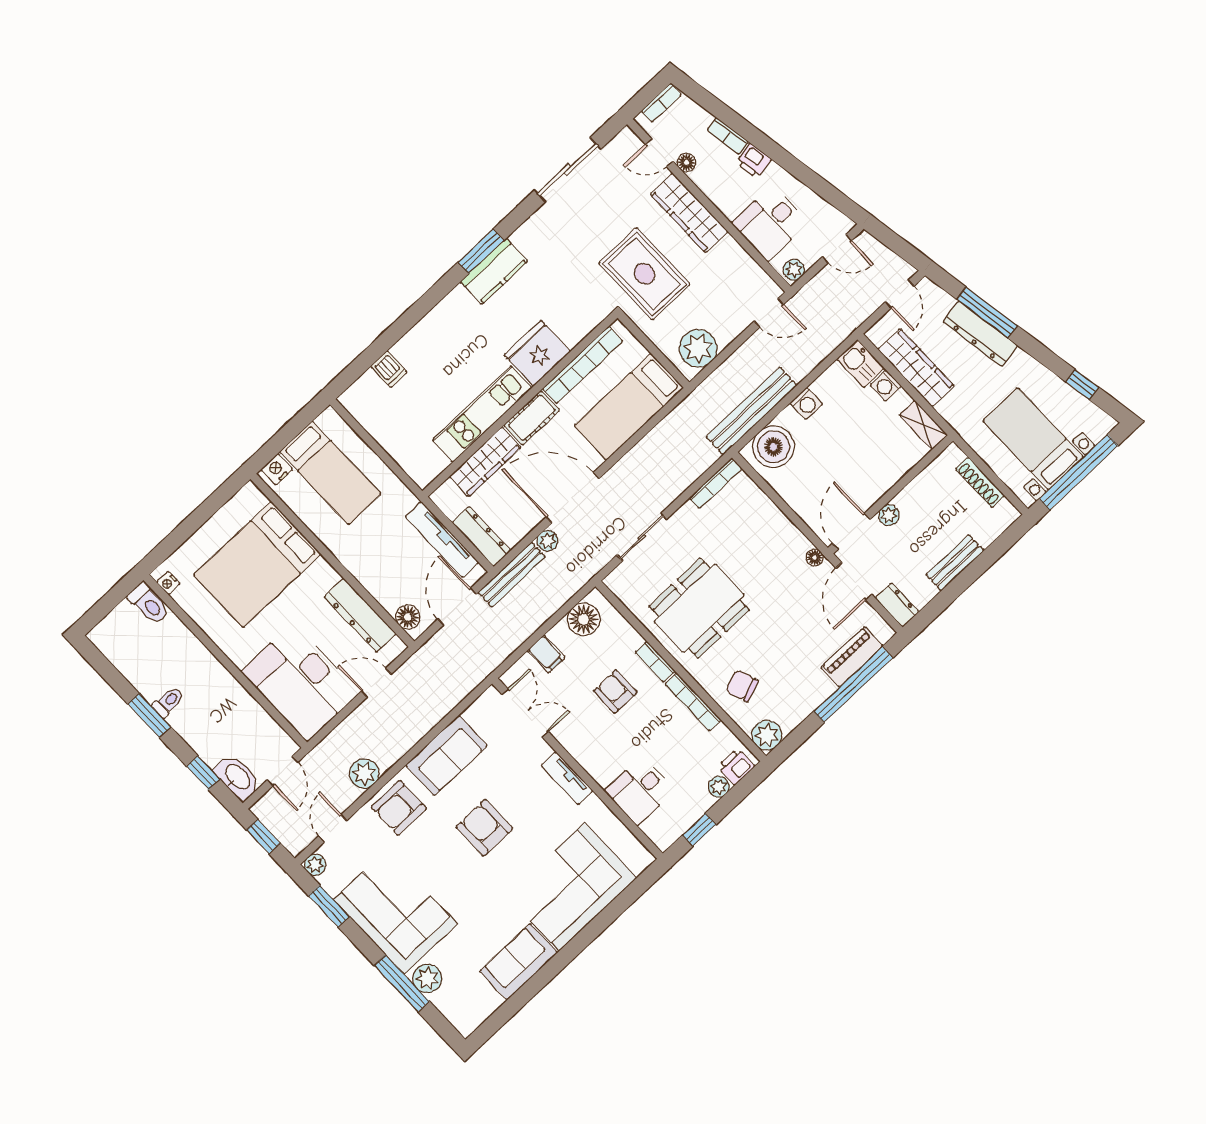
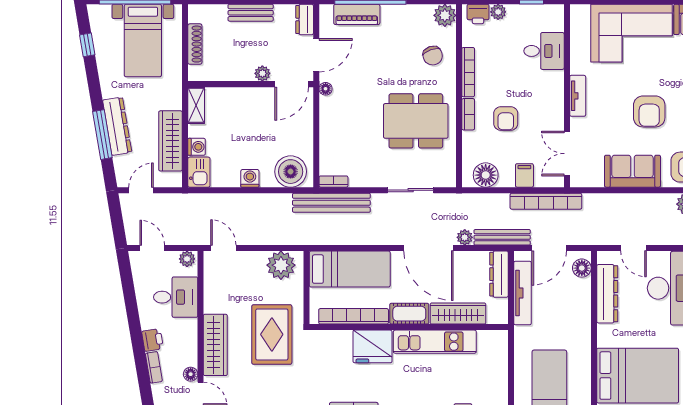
bench: (752, 411) -> (331, 203), moved
bookcase: (716, 483) -> (333, 182), width x0.64
bookcase: (502, 649) -> (546, 201), added

